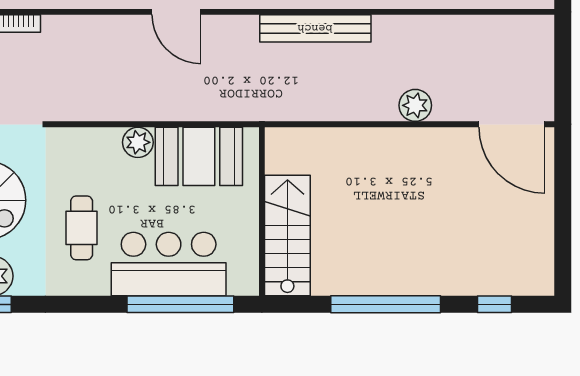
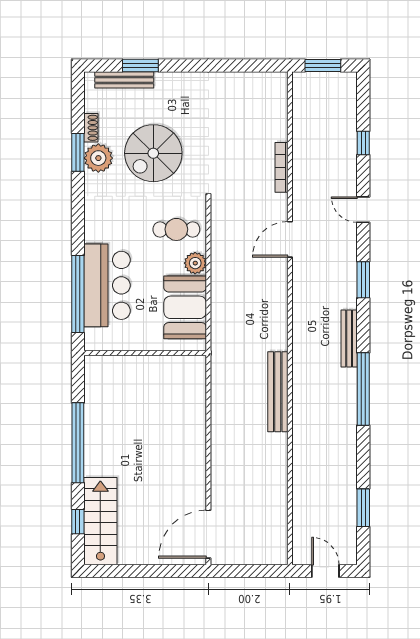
door: (176, 12) -> (290, 239), moved
plant: (415, 105) -> (222, 464), removed
cafe table: (82, 228) -> (176, 229), moved
stairs: (287, 235) -> (100, 521), moved, turned -90

